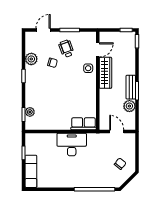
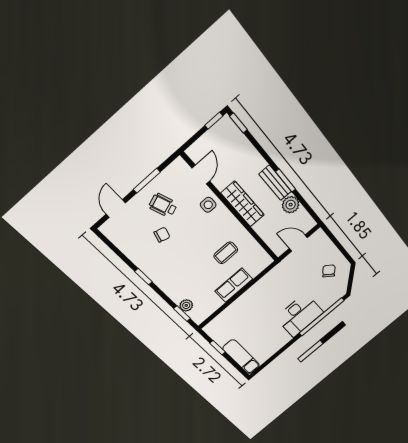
plant: (31, 59) -> (134, 252), removed
wardrobe: (105, 73) -> (243, 204), moved
coffee table: (75, 102) -> (226, 253), added
row of seats: (83, 124) -> (234, 285), moved
desk: (72, 145) -> (300, 315), moved, turned 180

